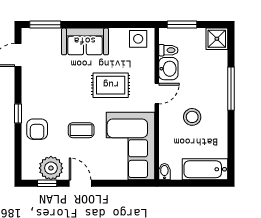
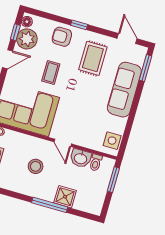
shower: (217, 39) -> (65, 197), moved
sofa: (85, 41) -> (124, 90), width x1.36
rug: (111, 85) -> (93, 58), moved
floor lamp: (31, 174) -> (27, 22), added

